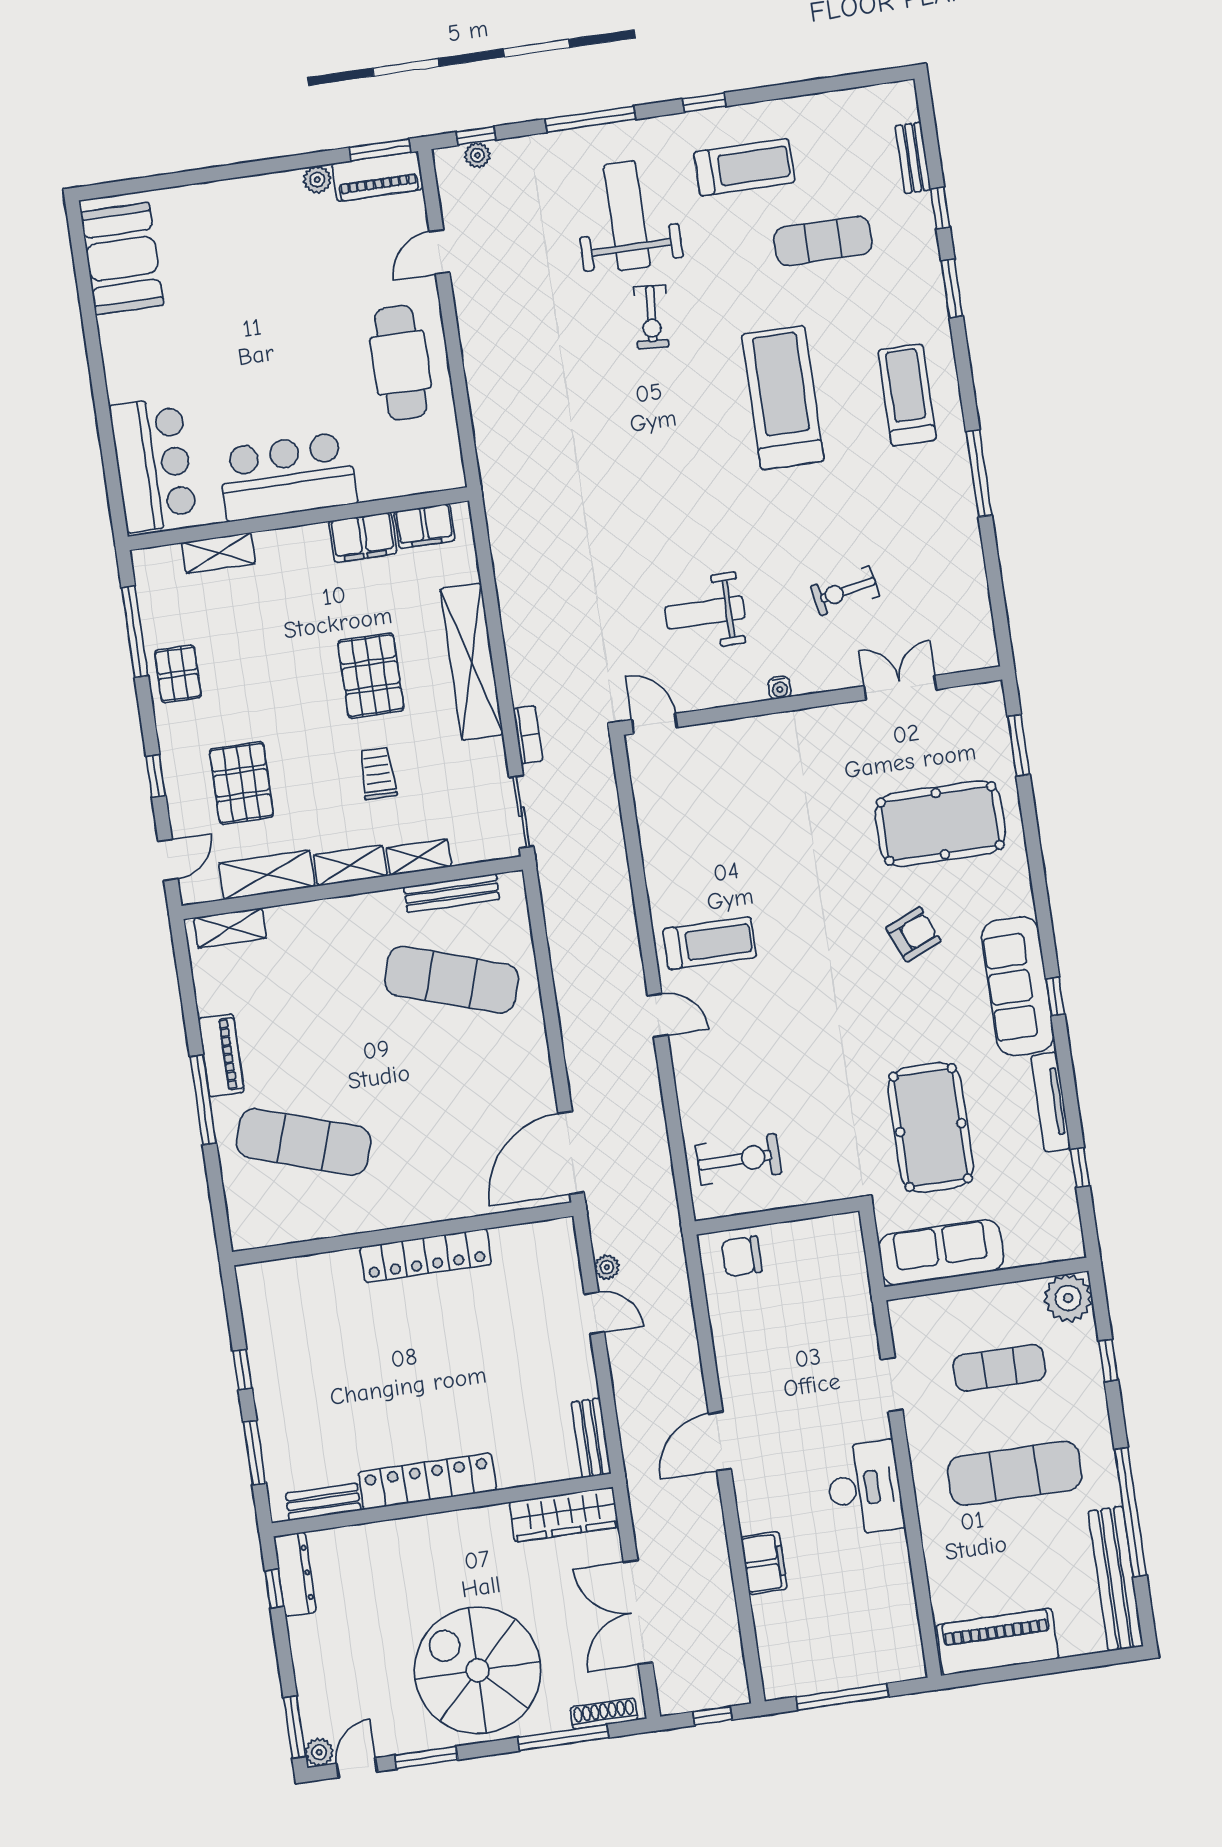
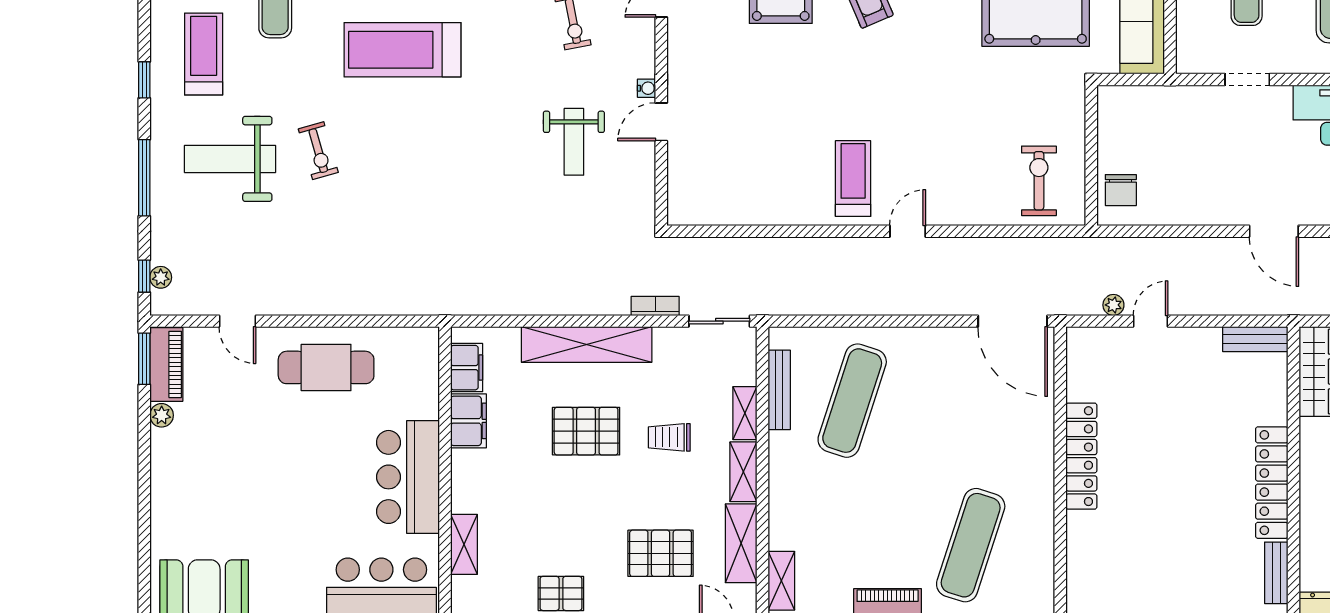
exercise bike: (651, 317) -> (318, 151), turned 69
door: (654, 724) -> (661, 122), moved

